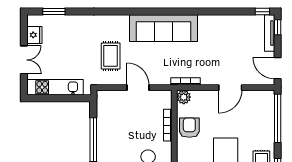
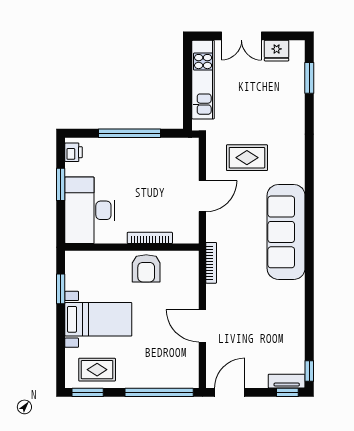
tv unit: (270, 33) -> (287, 381), width x0.71
plant: (184, 97) -> (189, 260), removed
armchair: (189, 128) -> (146, 268), turned 90

